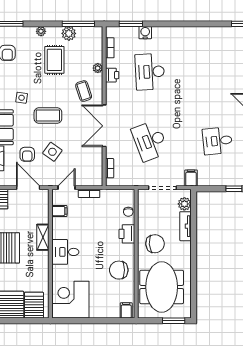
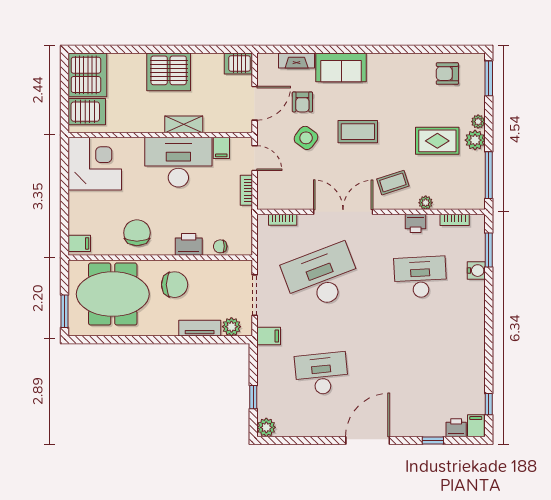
plant: (69, 33) -> (475, 140), moved
side table: (22, 98) -> (383, 94), removed
coffee table: (48, 115) -> (358, 132), turned 90
desk: (150, 141) -> (322, 277), width x1.36, depth x1.30
desk: (217, 141) -> (322, 374), width x1.37
armchair: (27, 154) -> (302, 102), turned -90
chair: (155, 244) -> (175, 285), turned -86
desk: (65, 252) -> (178, 162), width x1.87, depth x1.30

